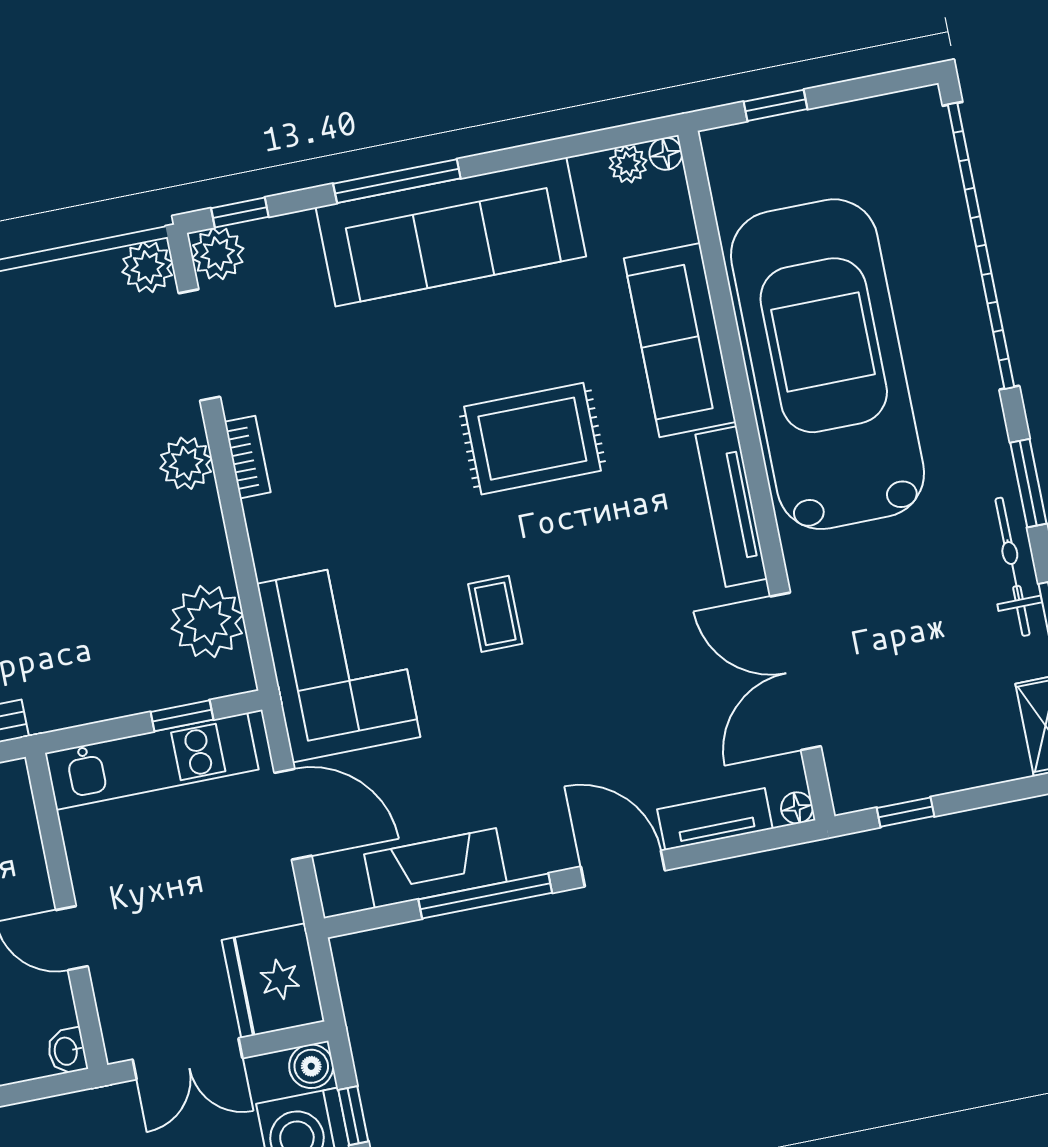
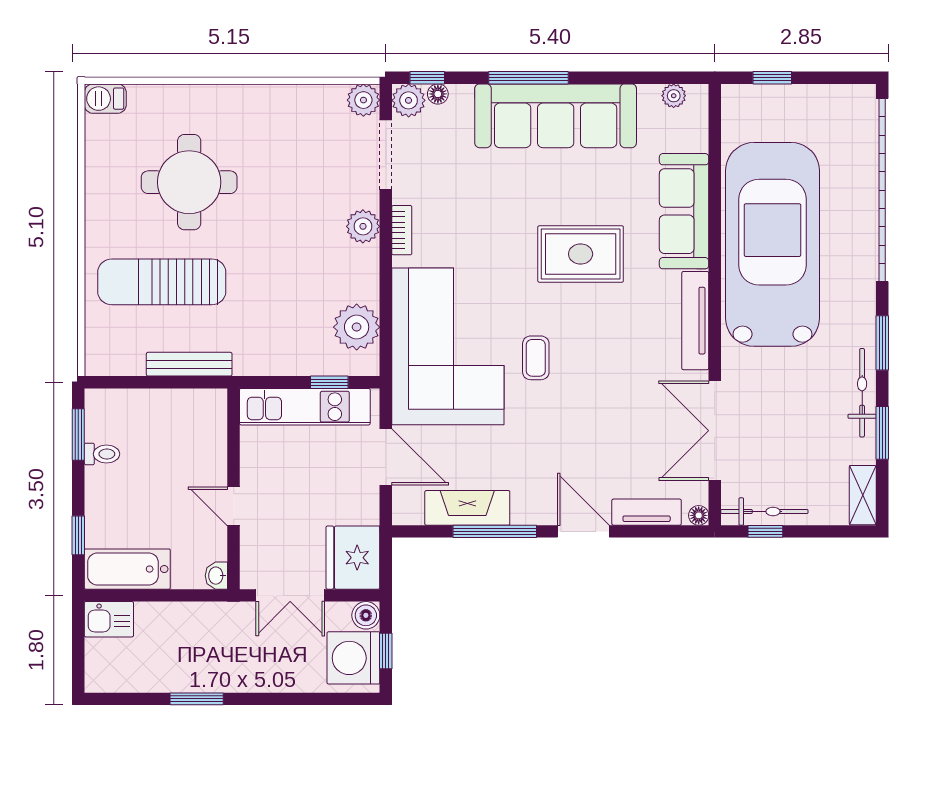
floor lamp: (666, 154) -> (438, 94), moved
corner sofa: (339, 660) -> (448, 346), width x1.36, depth x1.36
bicycle: (898, 781) -> (764, 512), added

